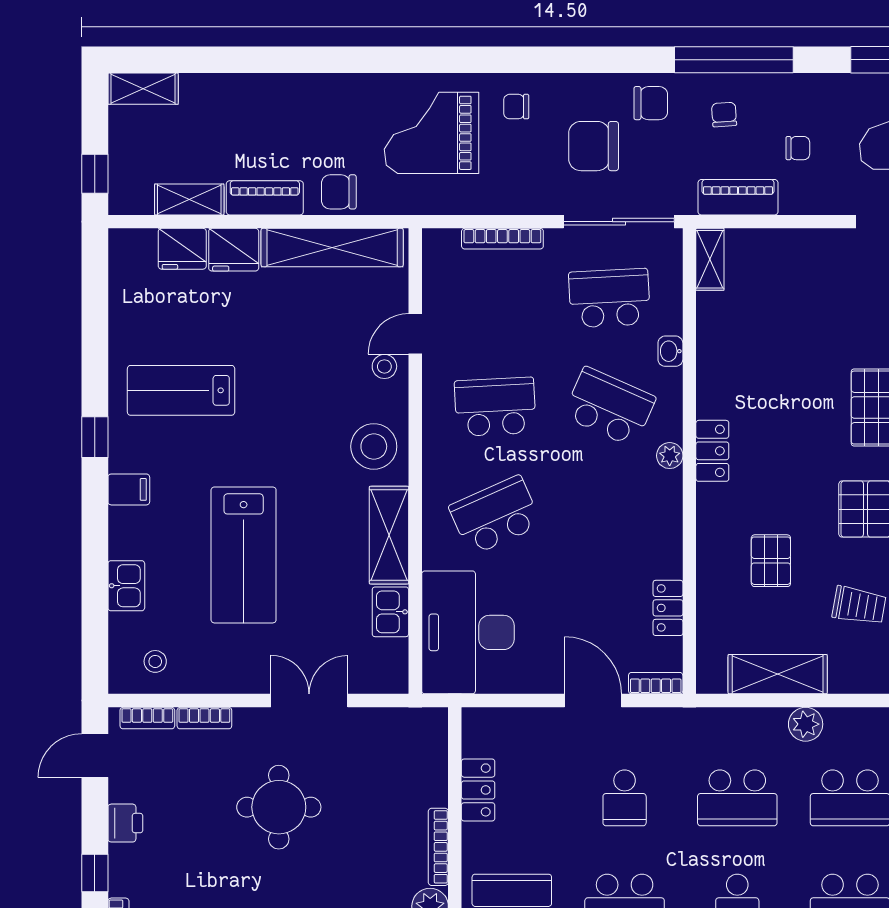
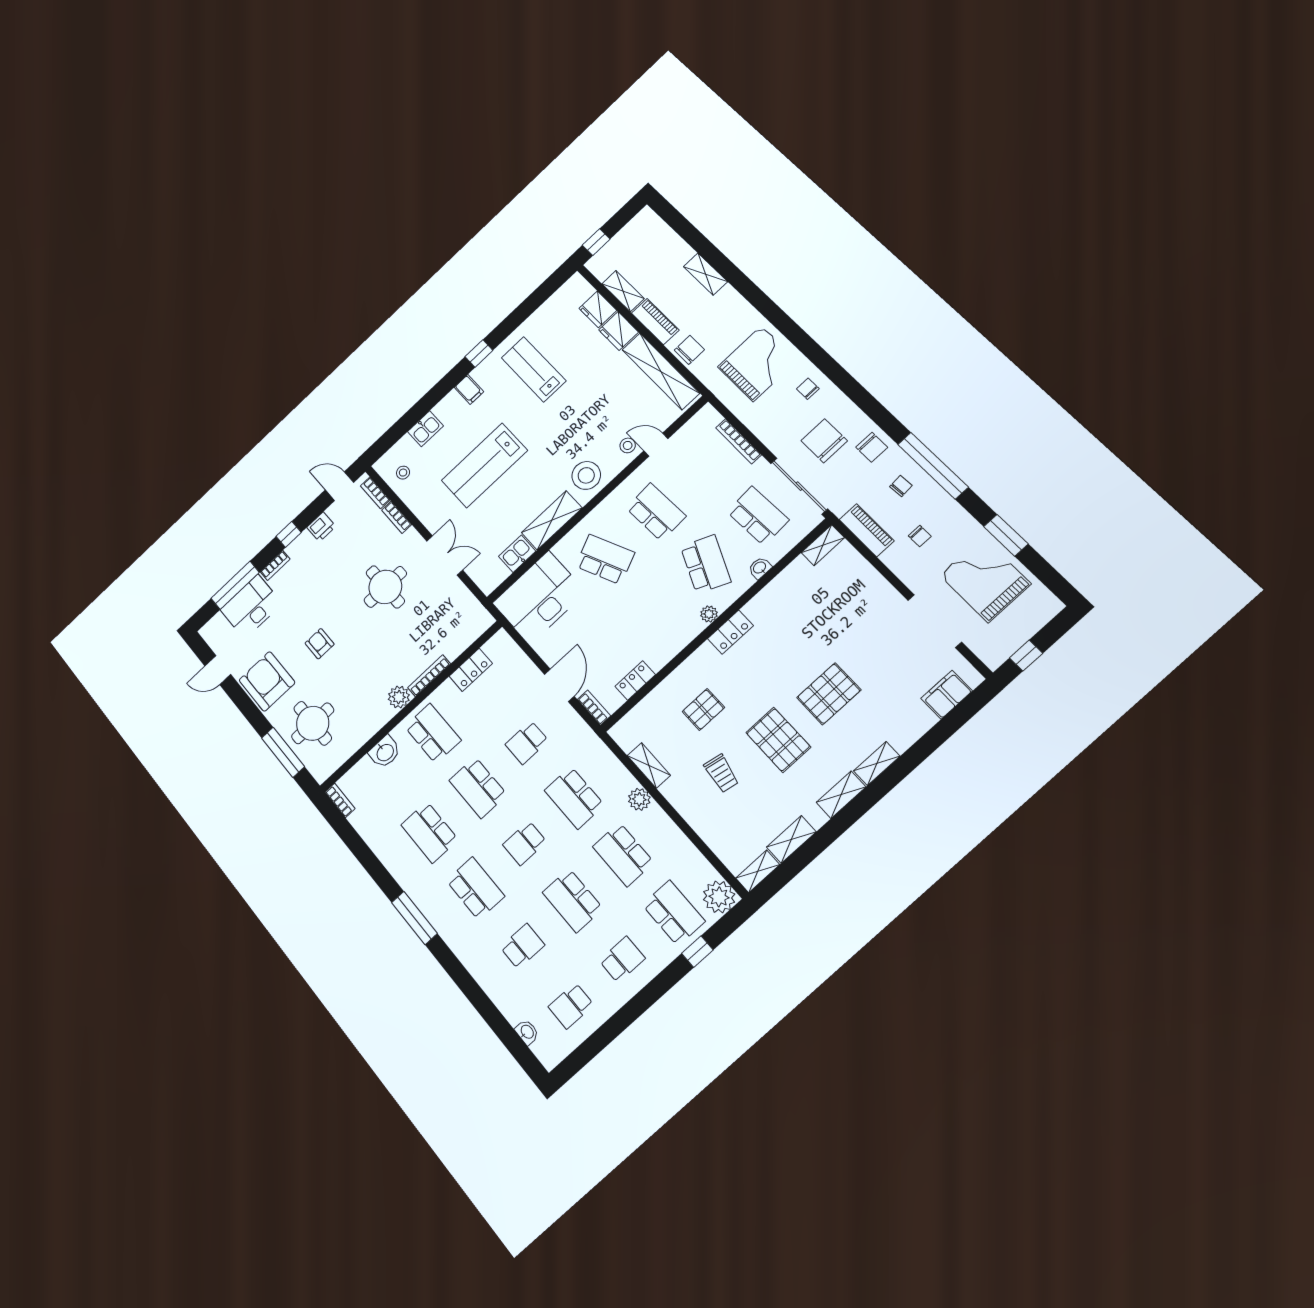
shelving: (143, 89) -> (705, 274), moved
grand piano: (431, 133) -> (757, 364), turned 90
chair: (339, 192) -> (689, 350), turned 90
shelving: (778, 674) -> (649, 765), width x0.67, depth x0.75

